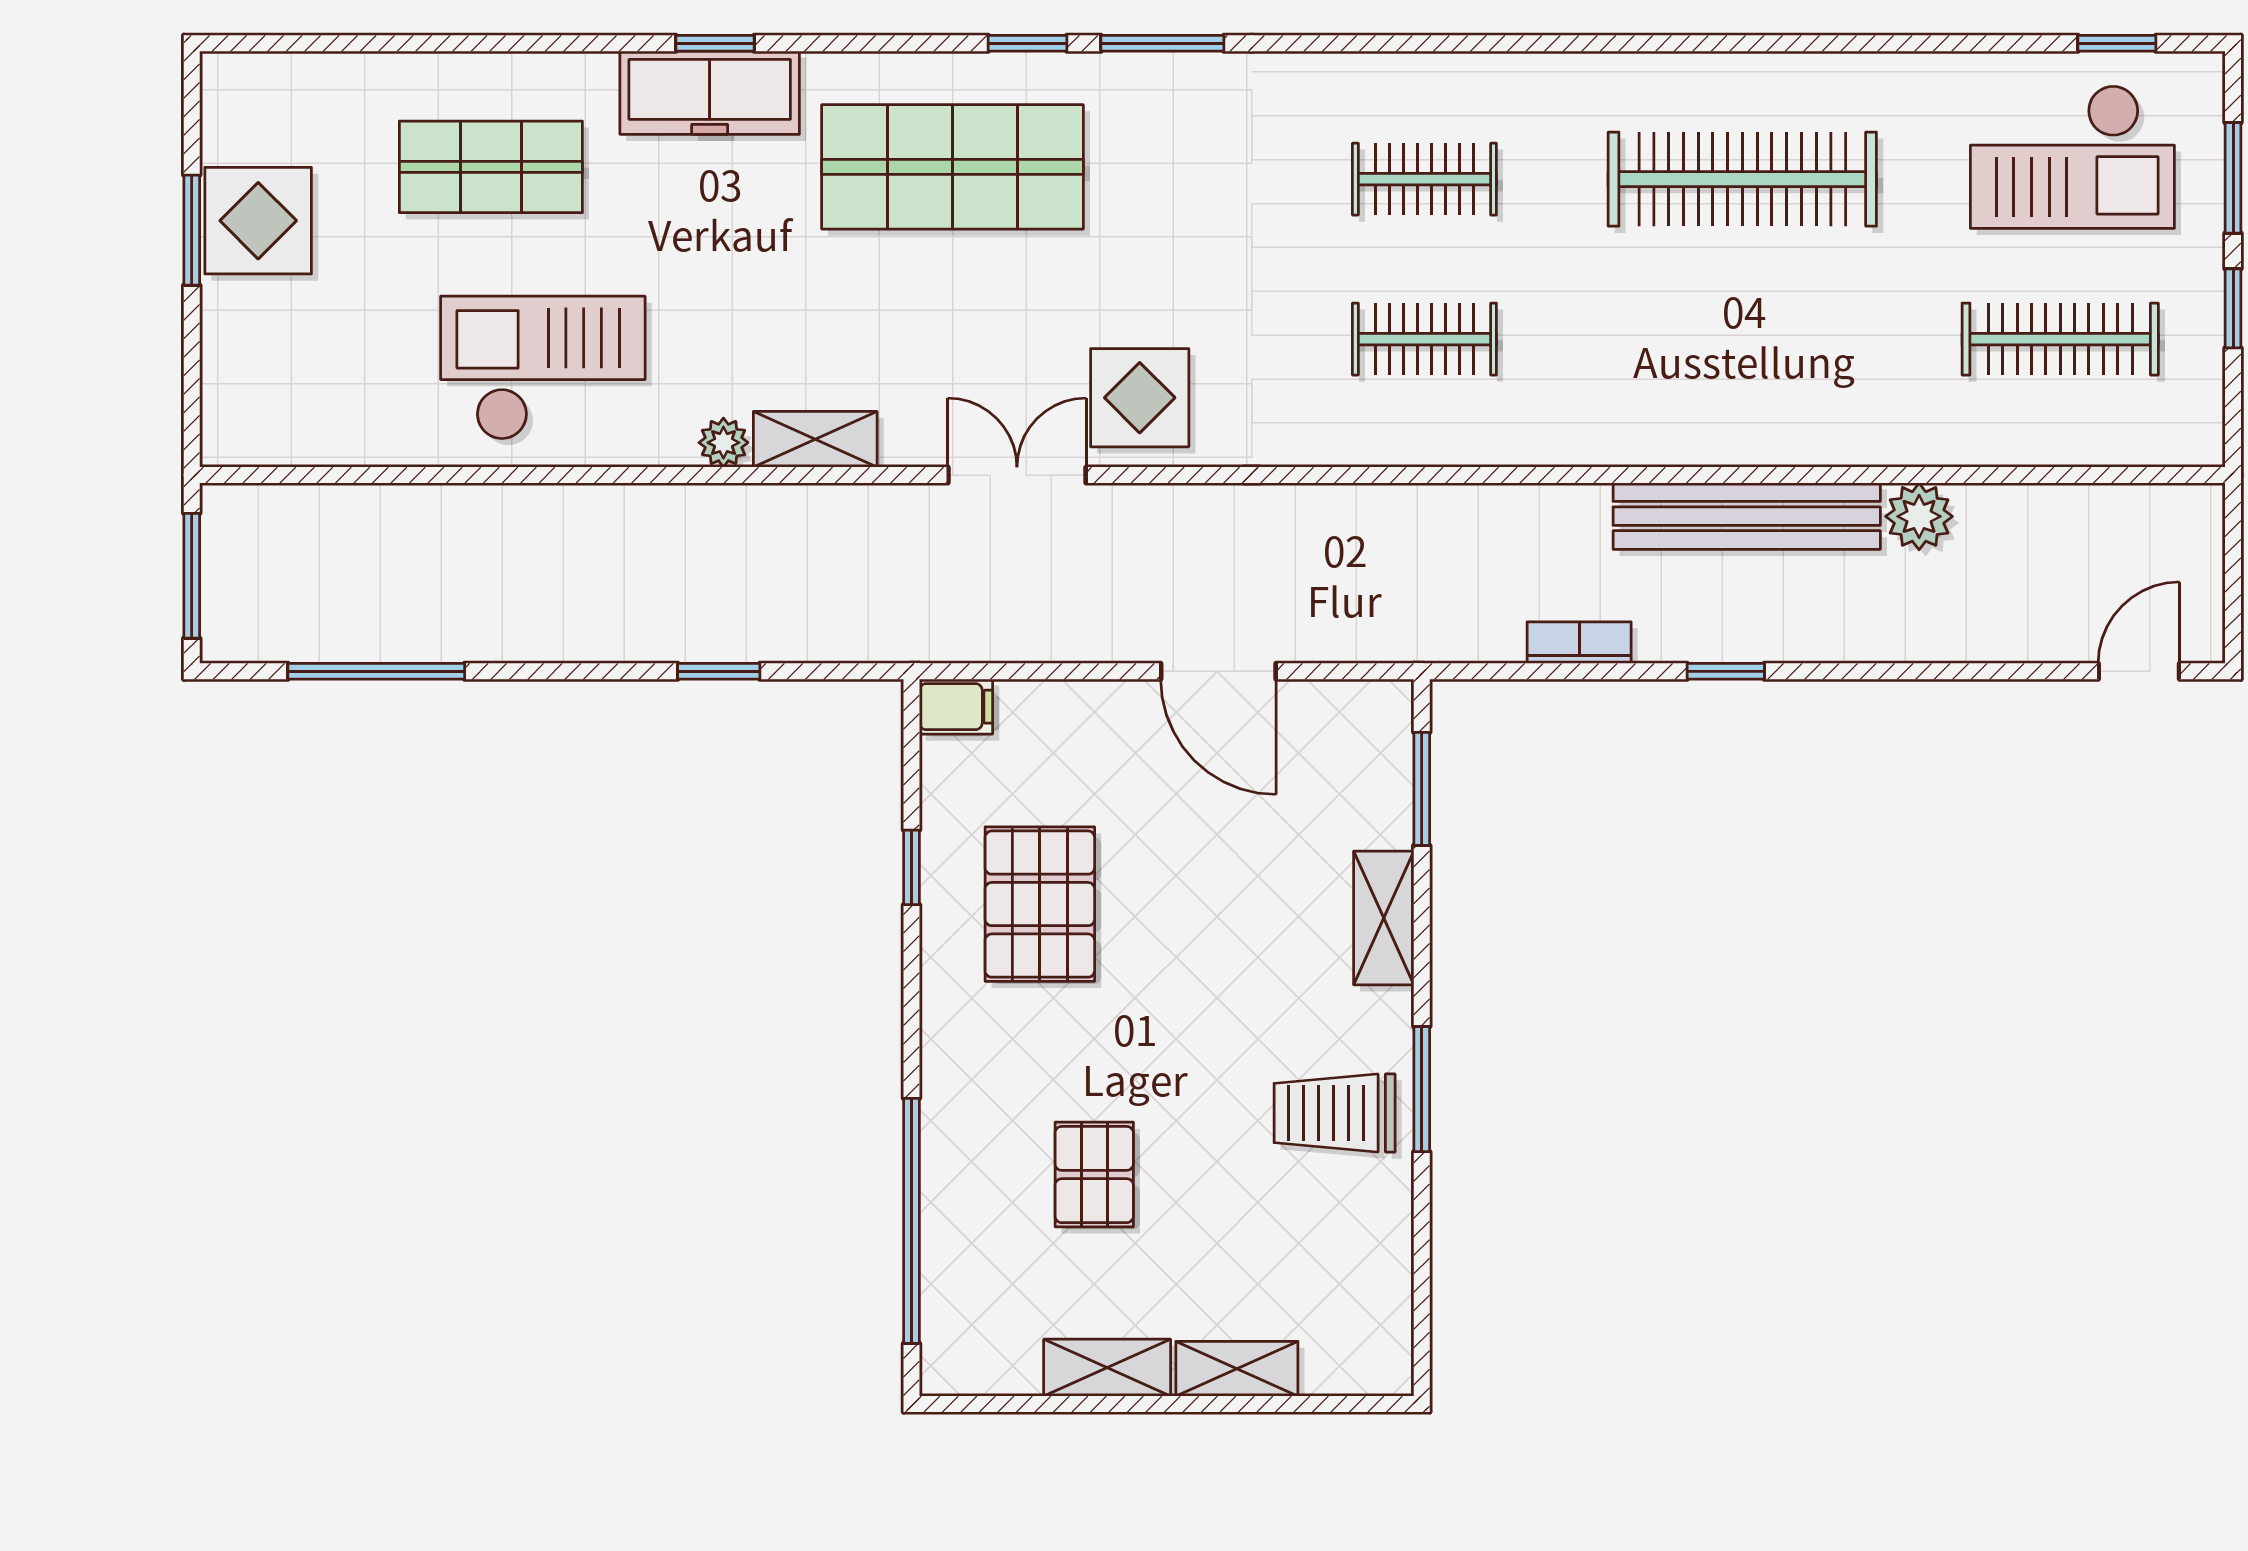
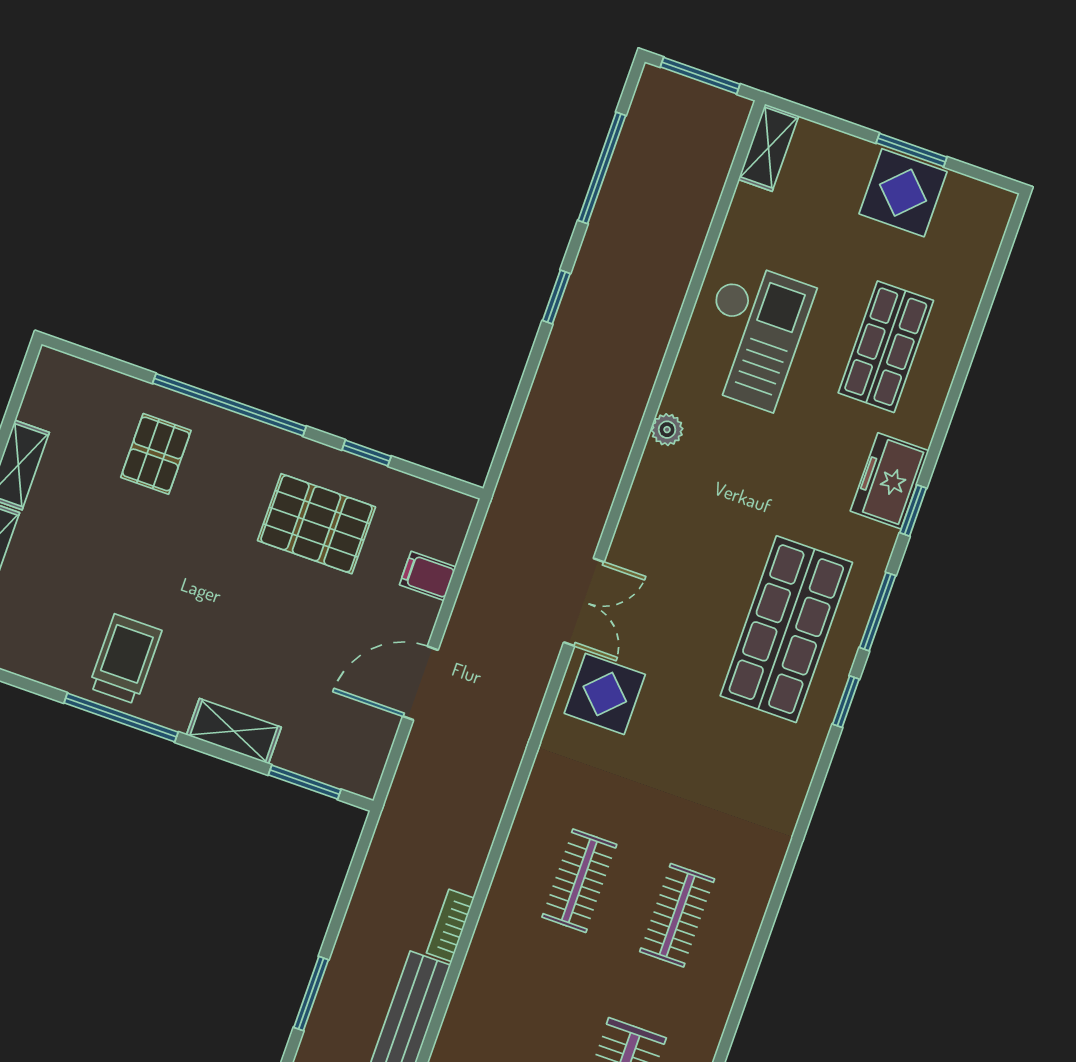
window: (1162, 43) -> (878, 612), moved
freezer: (710, 93) -> (890, 481), width x0.71
shelving: (815, 439) -> (769, 148), moved
bookcase: (1579, 643) -> (450, 926), moved, turned 180
window: (719, 671) -> (556, 297), moved
window: (1726, 671) -> (311, 994), width x1.50
filing cabinet: (956, 707) -> (428, 576), moved, turned 90
window: (1422, 1089) -> (121, 718), width x1.44
pallet: (1094, 1175) -> (156, 454), moved, turned 90
window: (911, 1221) -> (229, 405), moved

